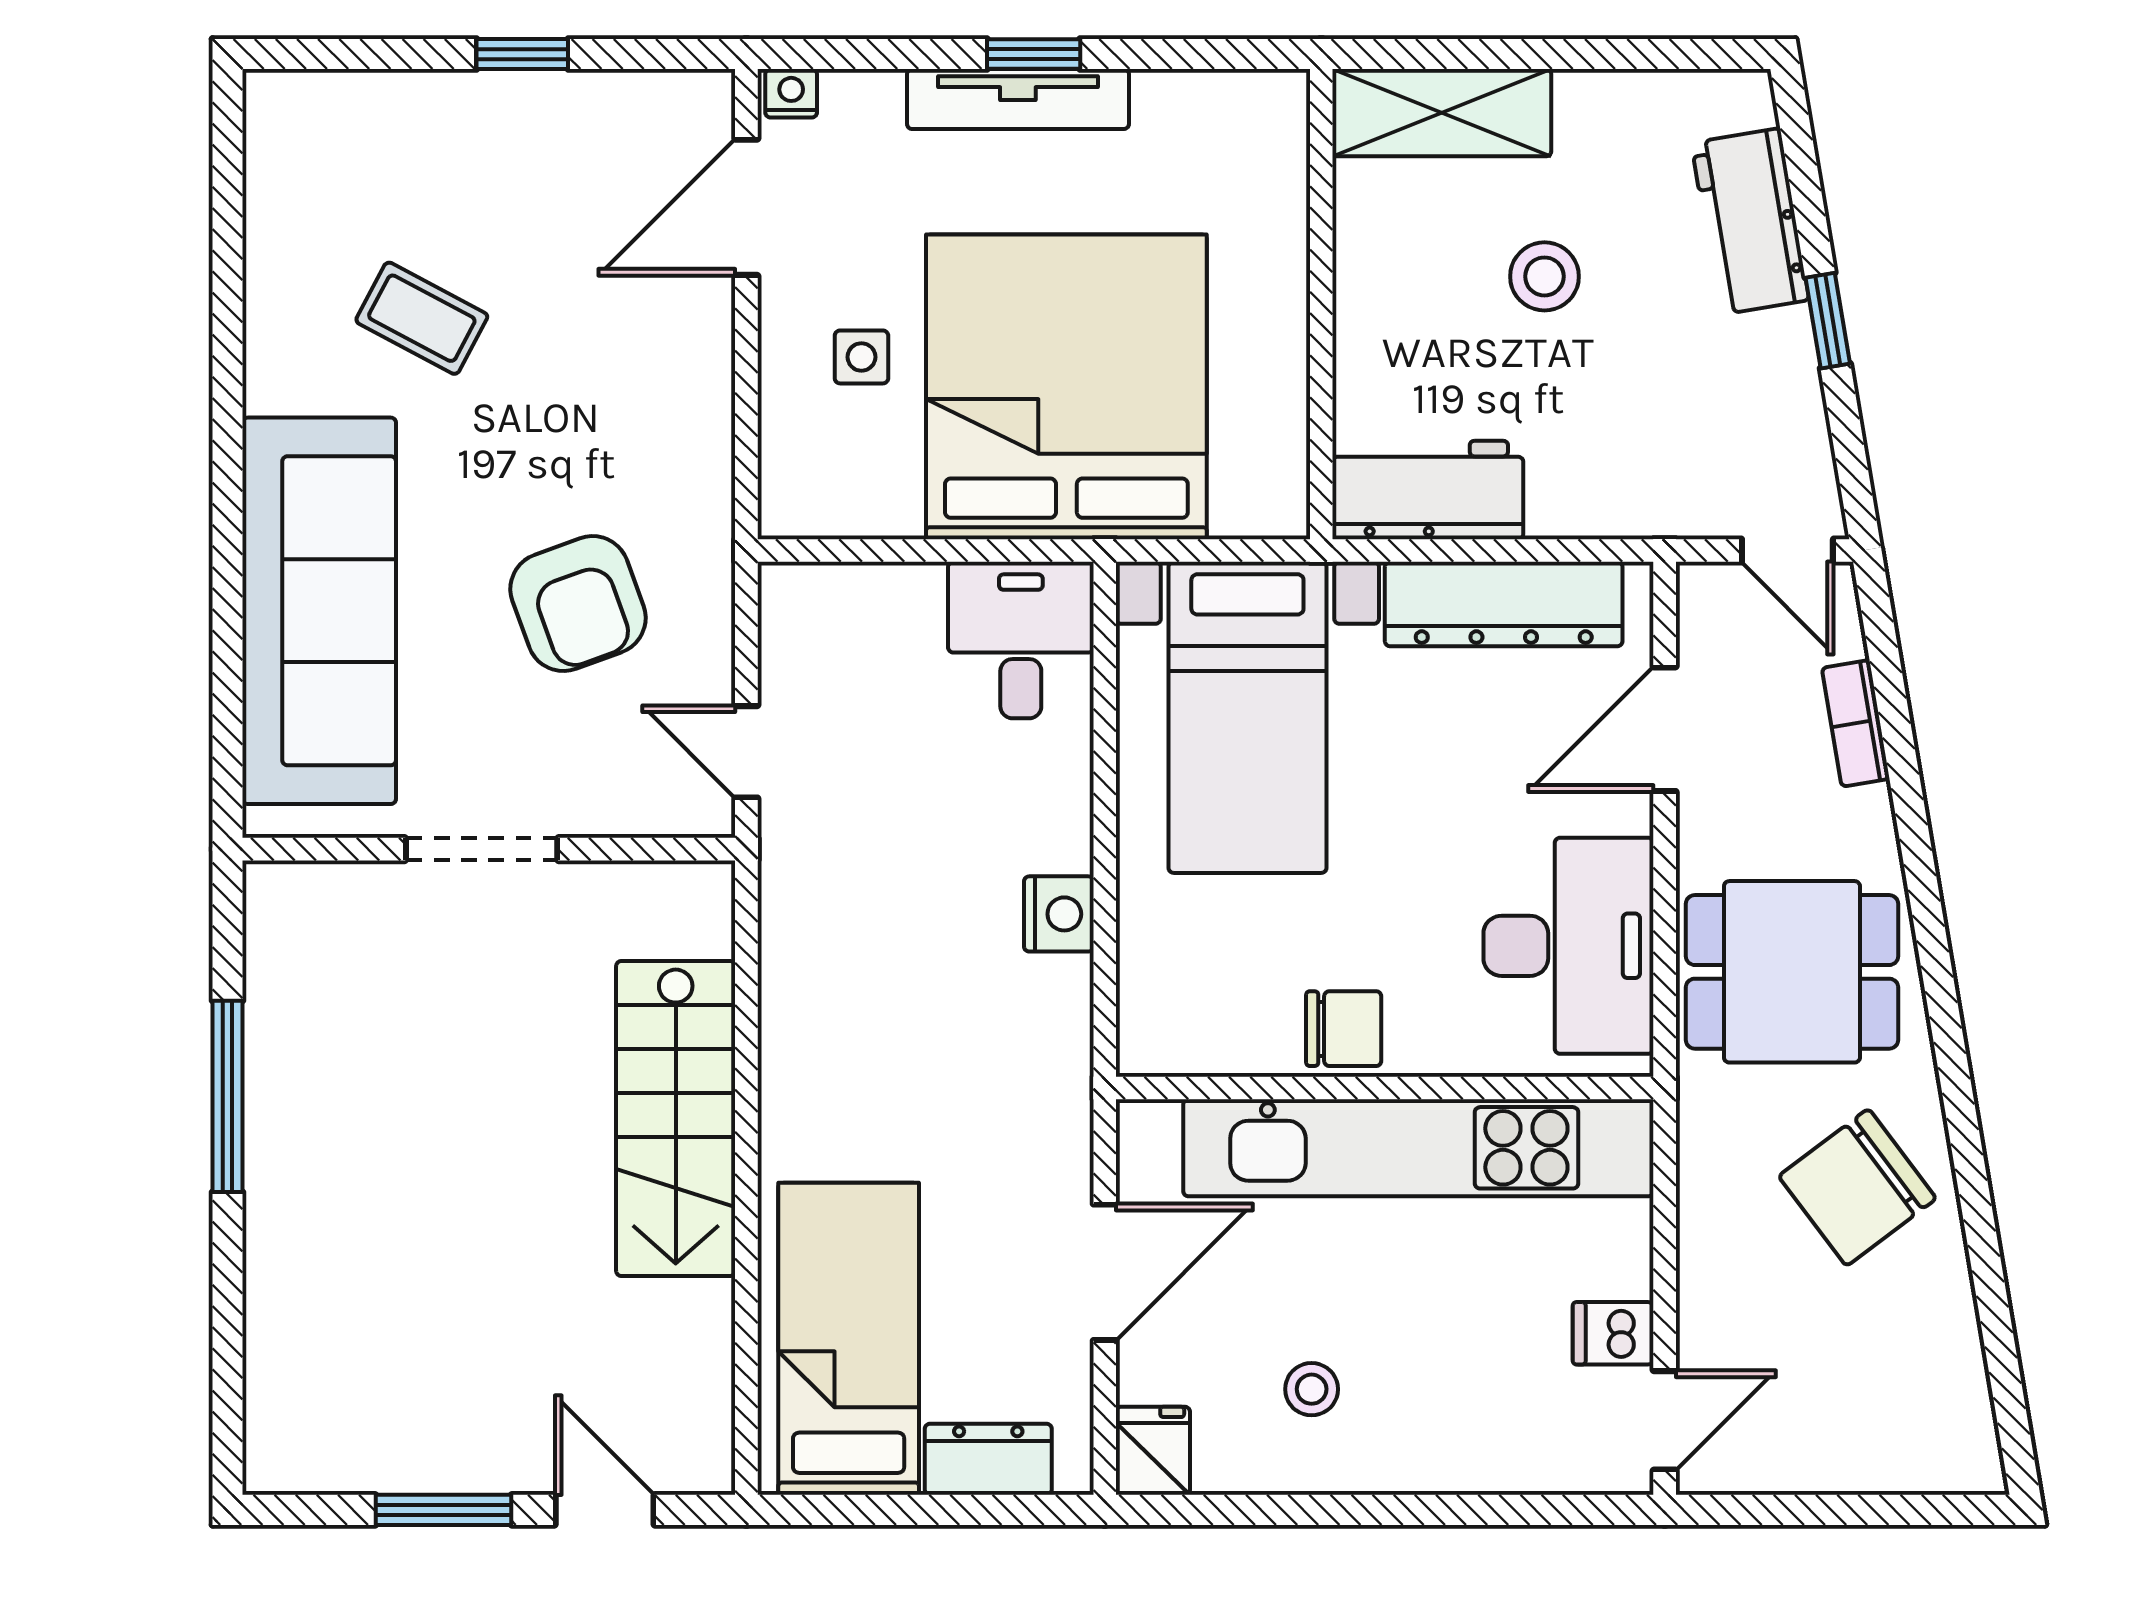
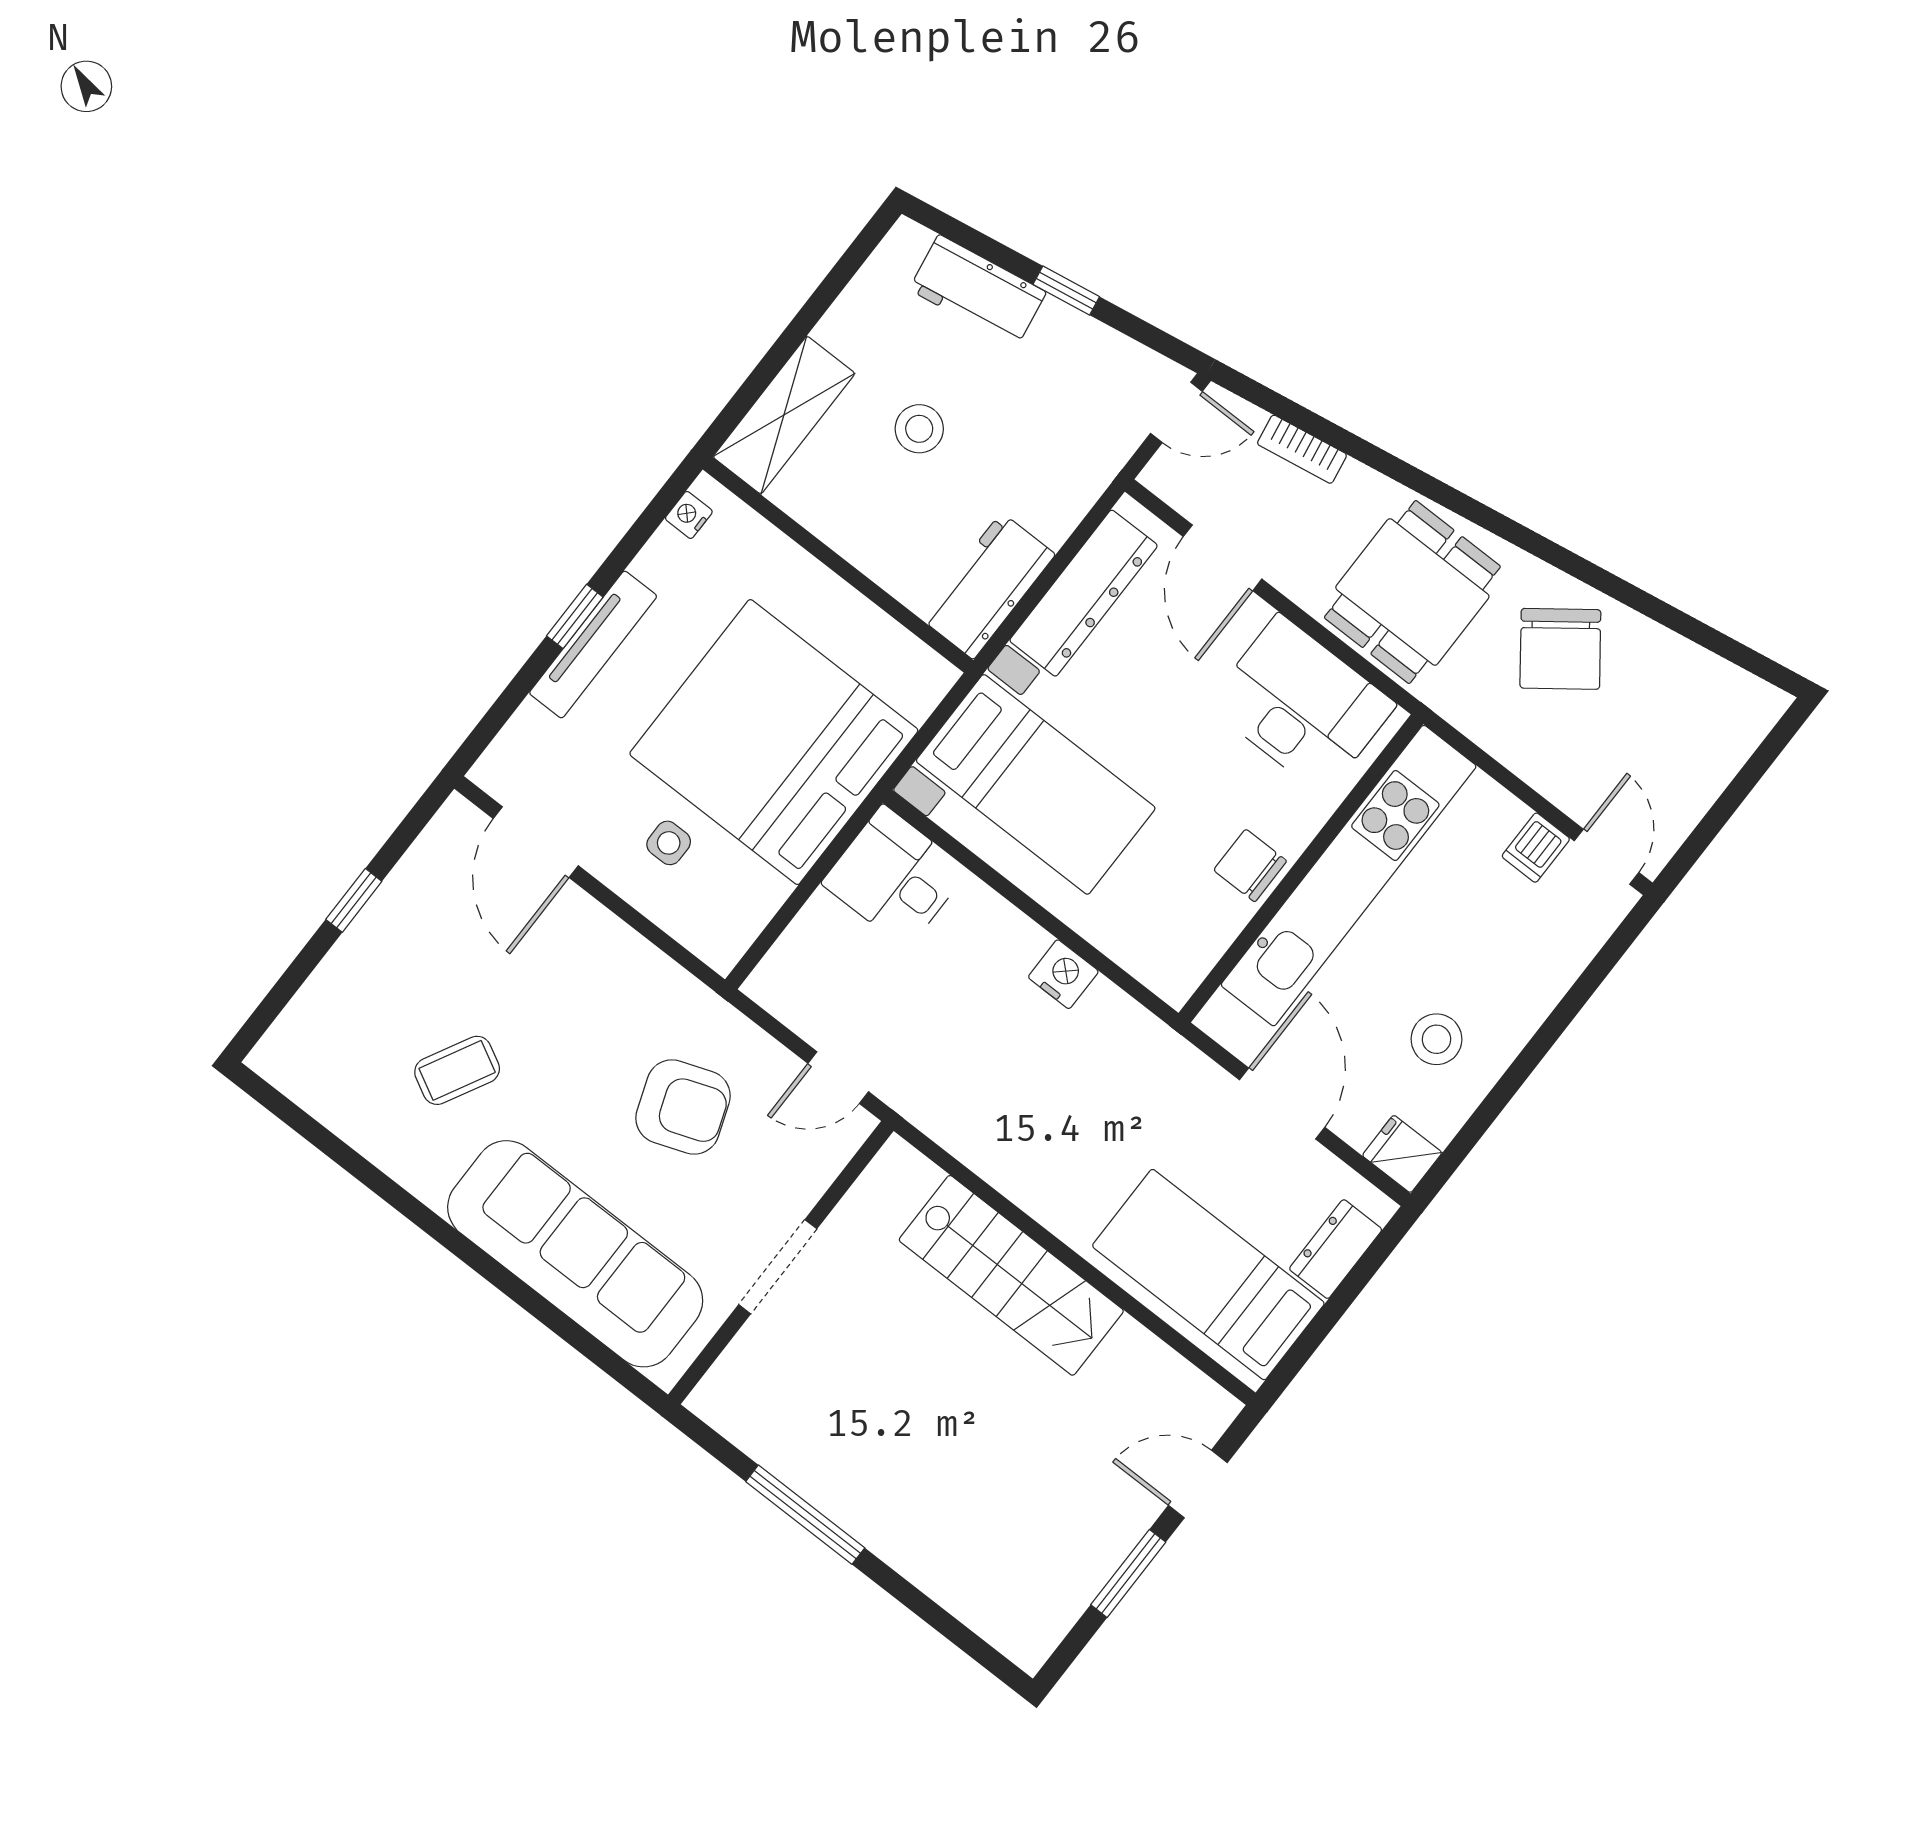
nightstand: (791, 93) -> (689, 515), moved
chair: (1344, 1029) -> (1250, 865), turned -90
stool: (1312, 1389) -> (1436, 1039), width x1.37, depth x1.37

